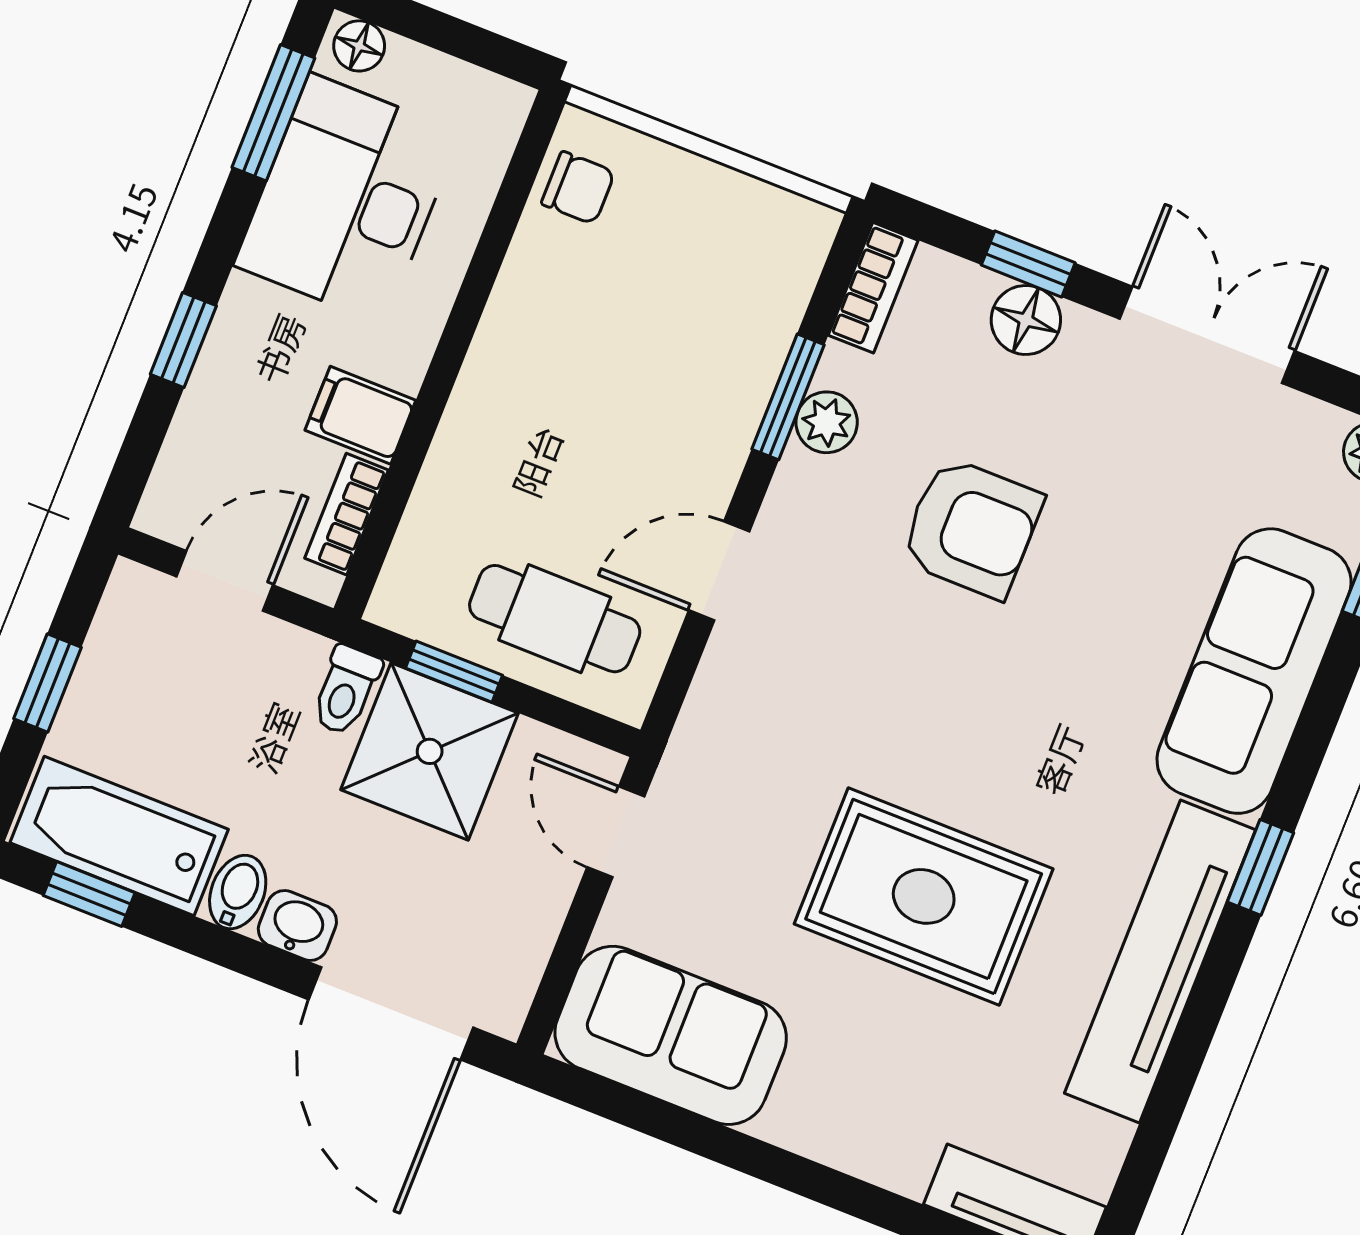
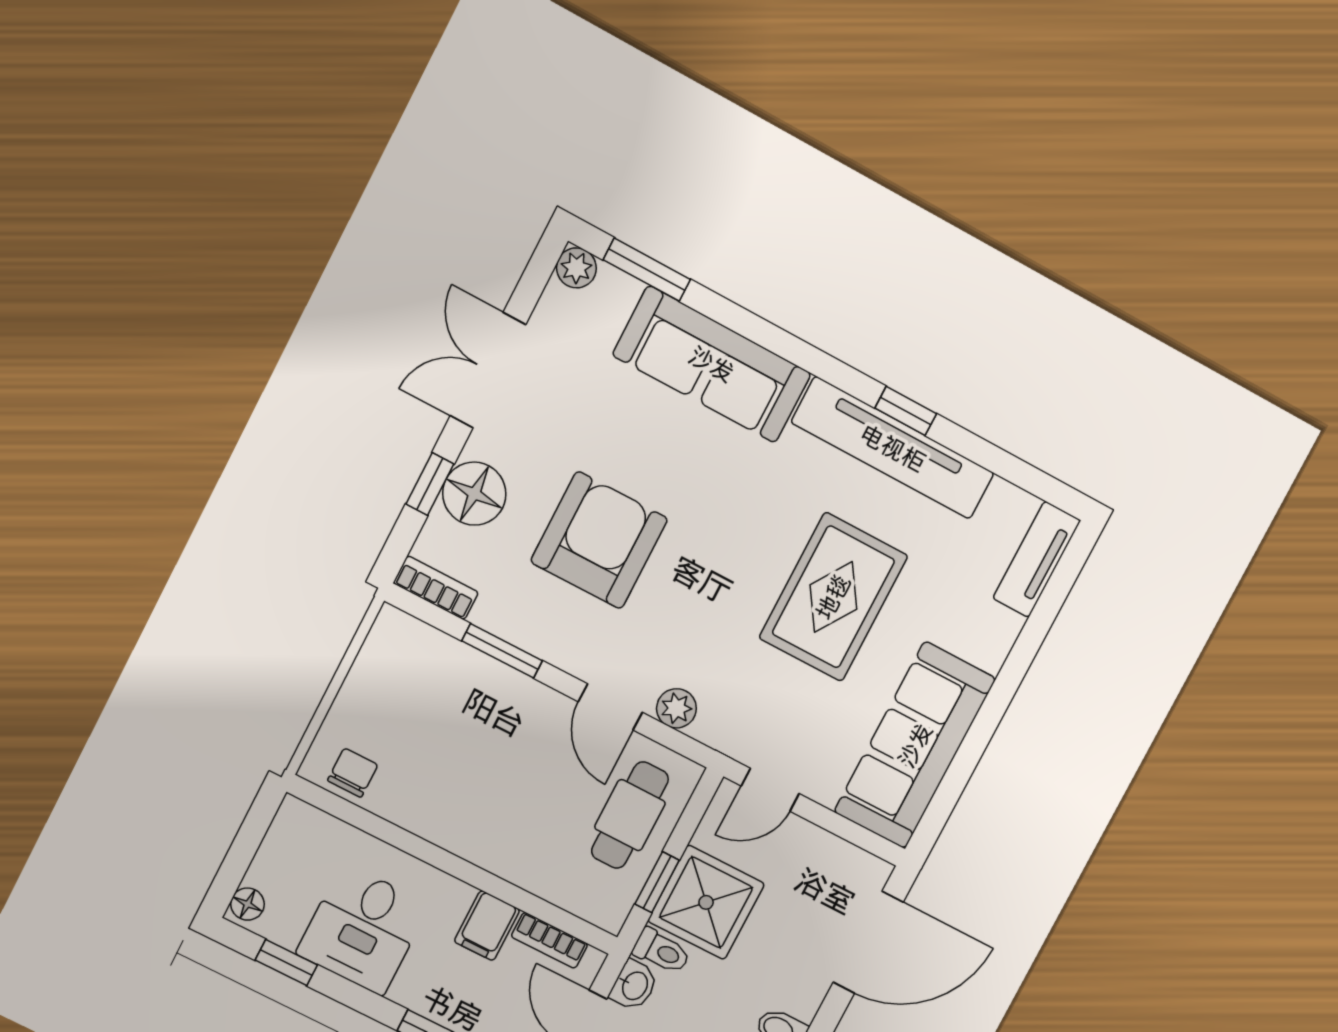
window: (273, 113) -> (286, 963), width x0.67
desk: (347, 199) -> (363, 929), width x0.73
floor lamp: (1026, 320) -> (474, 494), width x1.38, depth x1.38
plant: (827, 422) -> (676, 708), moved
armchair: (971, 528) -> (599, 540), width x1.36, depth x1.36
window: (1260, 867) -> (906, 411), moved
washbasin: (297, 925) -> (634, 985), moved, turned 180
sofa: (671, 1035) -> (915, 745), width x1.36

